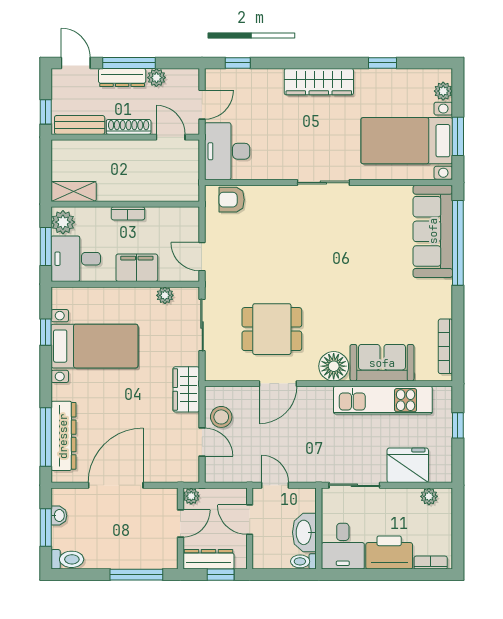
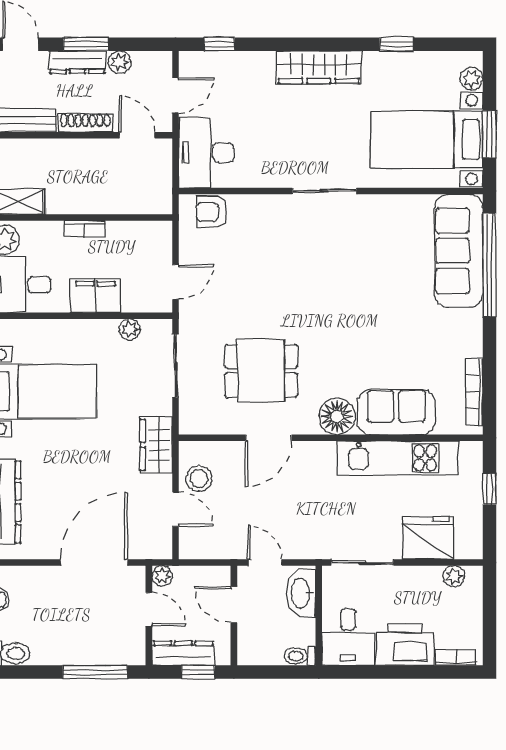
window: (129, 63) -> (86, 44), width x0.69
door: (202, 257) -> (175, 282), swing flipped
door: (116, 485) -> (94, 562), moved
door: (180, 523) -> (149, 609), hinge flipped
washbasin: (304, 532) -> (301, 593), moved

